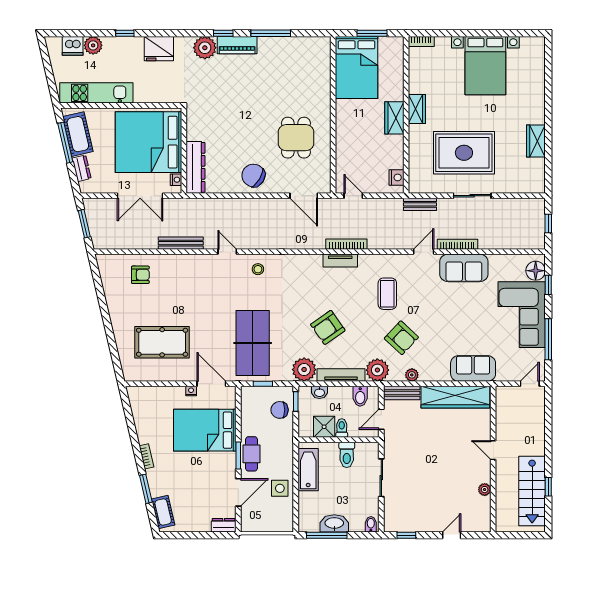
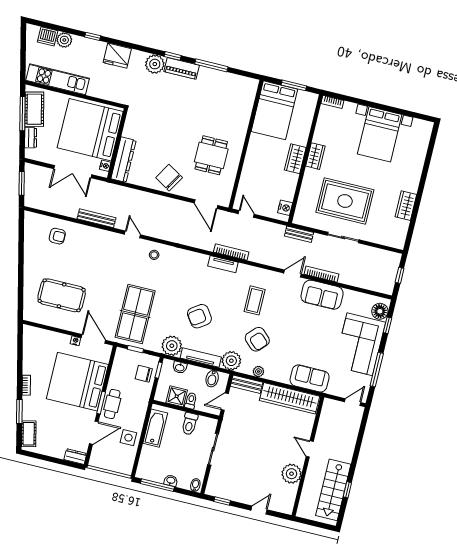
bed: (205, 430) -> (77, 382), width x1.36
plant: (485, 490) -> (292, 474), width x1.87, depth x1.87
washbasin: (334, 523) -> (171, 481), width x0.52, depth x0.69

